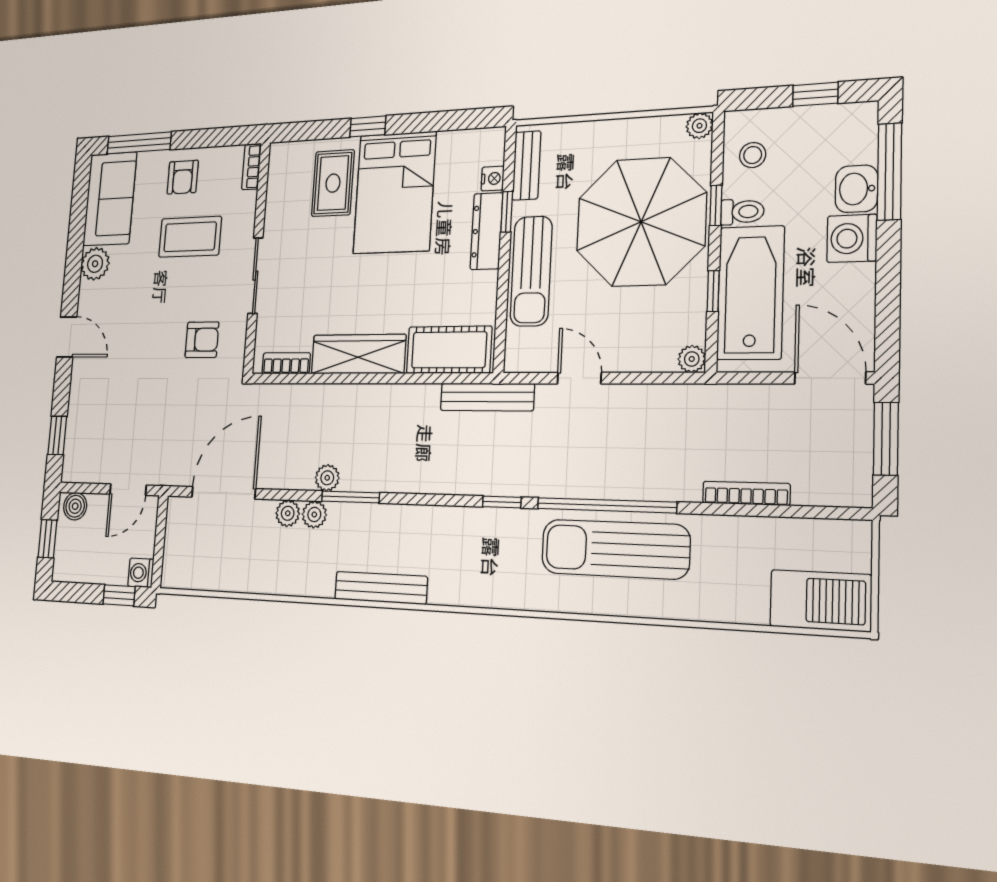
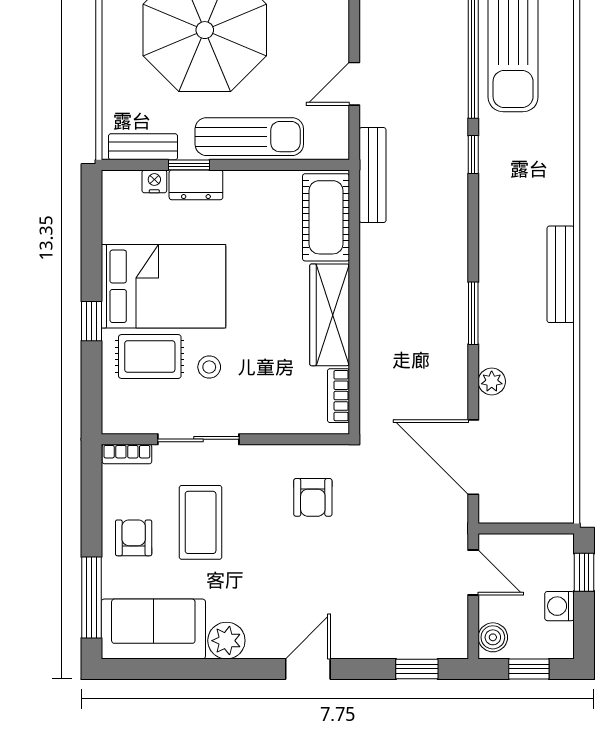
armchair: (183, 177) -> (134, 538), turned -90
dresser: (486, 231) -> (196, 185), width x0.70
stool: (320, 239) -> (209, 367), added
sliding door: (255, 276) -> (198, 439), moved
armchair: (202, 340) -> (313, 497), turned 180
plant: (327, 478) -> (455, 340), removed
plant: (314, 514) -> (492, 352), removed
washing machine: (141, 573) -> (559, 606), moved, turned 90

